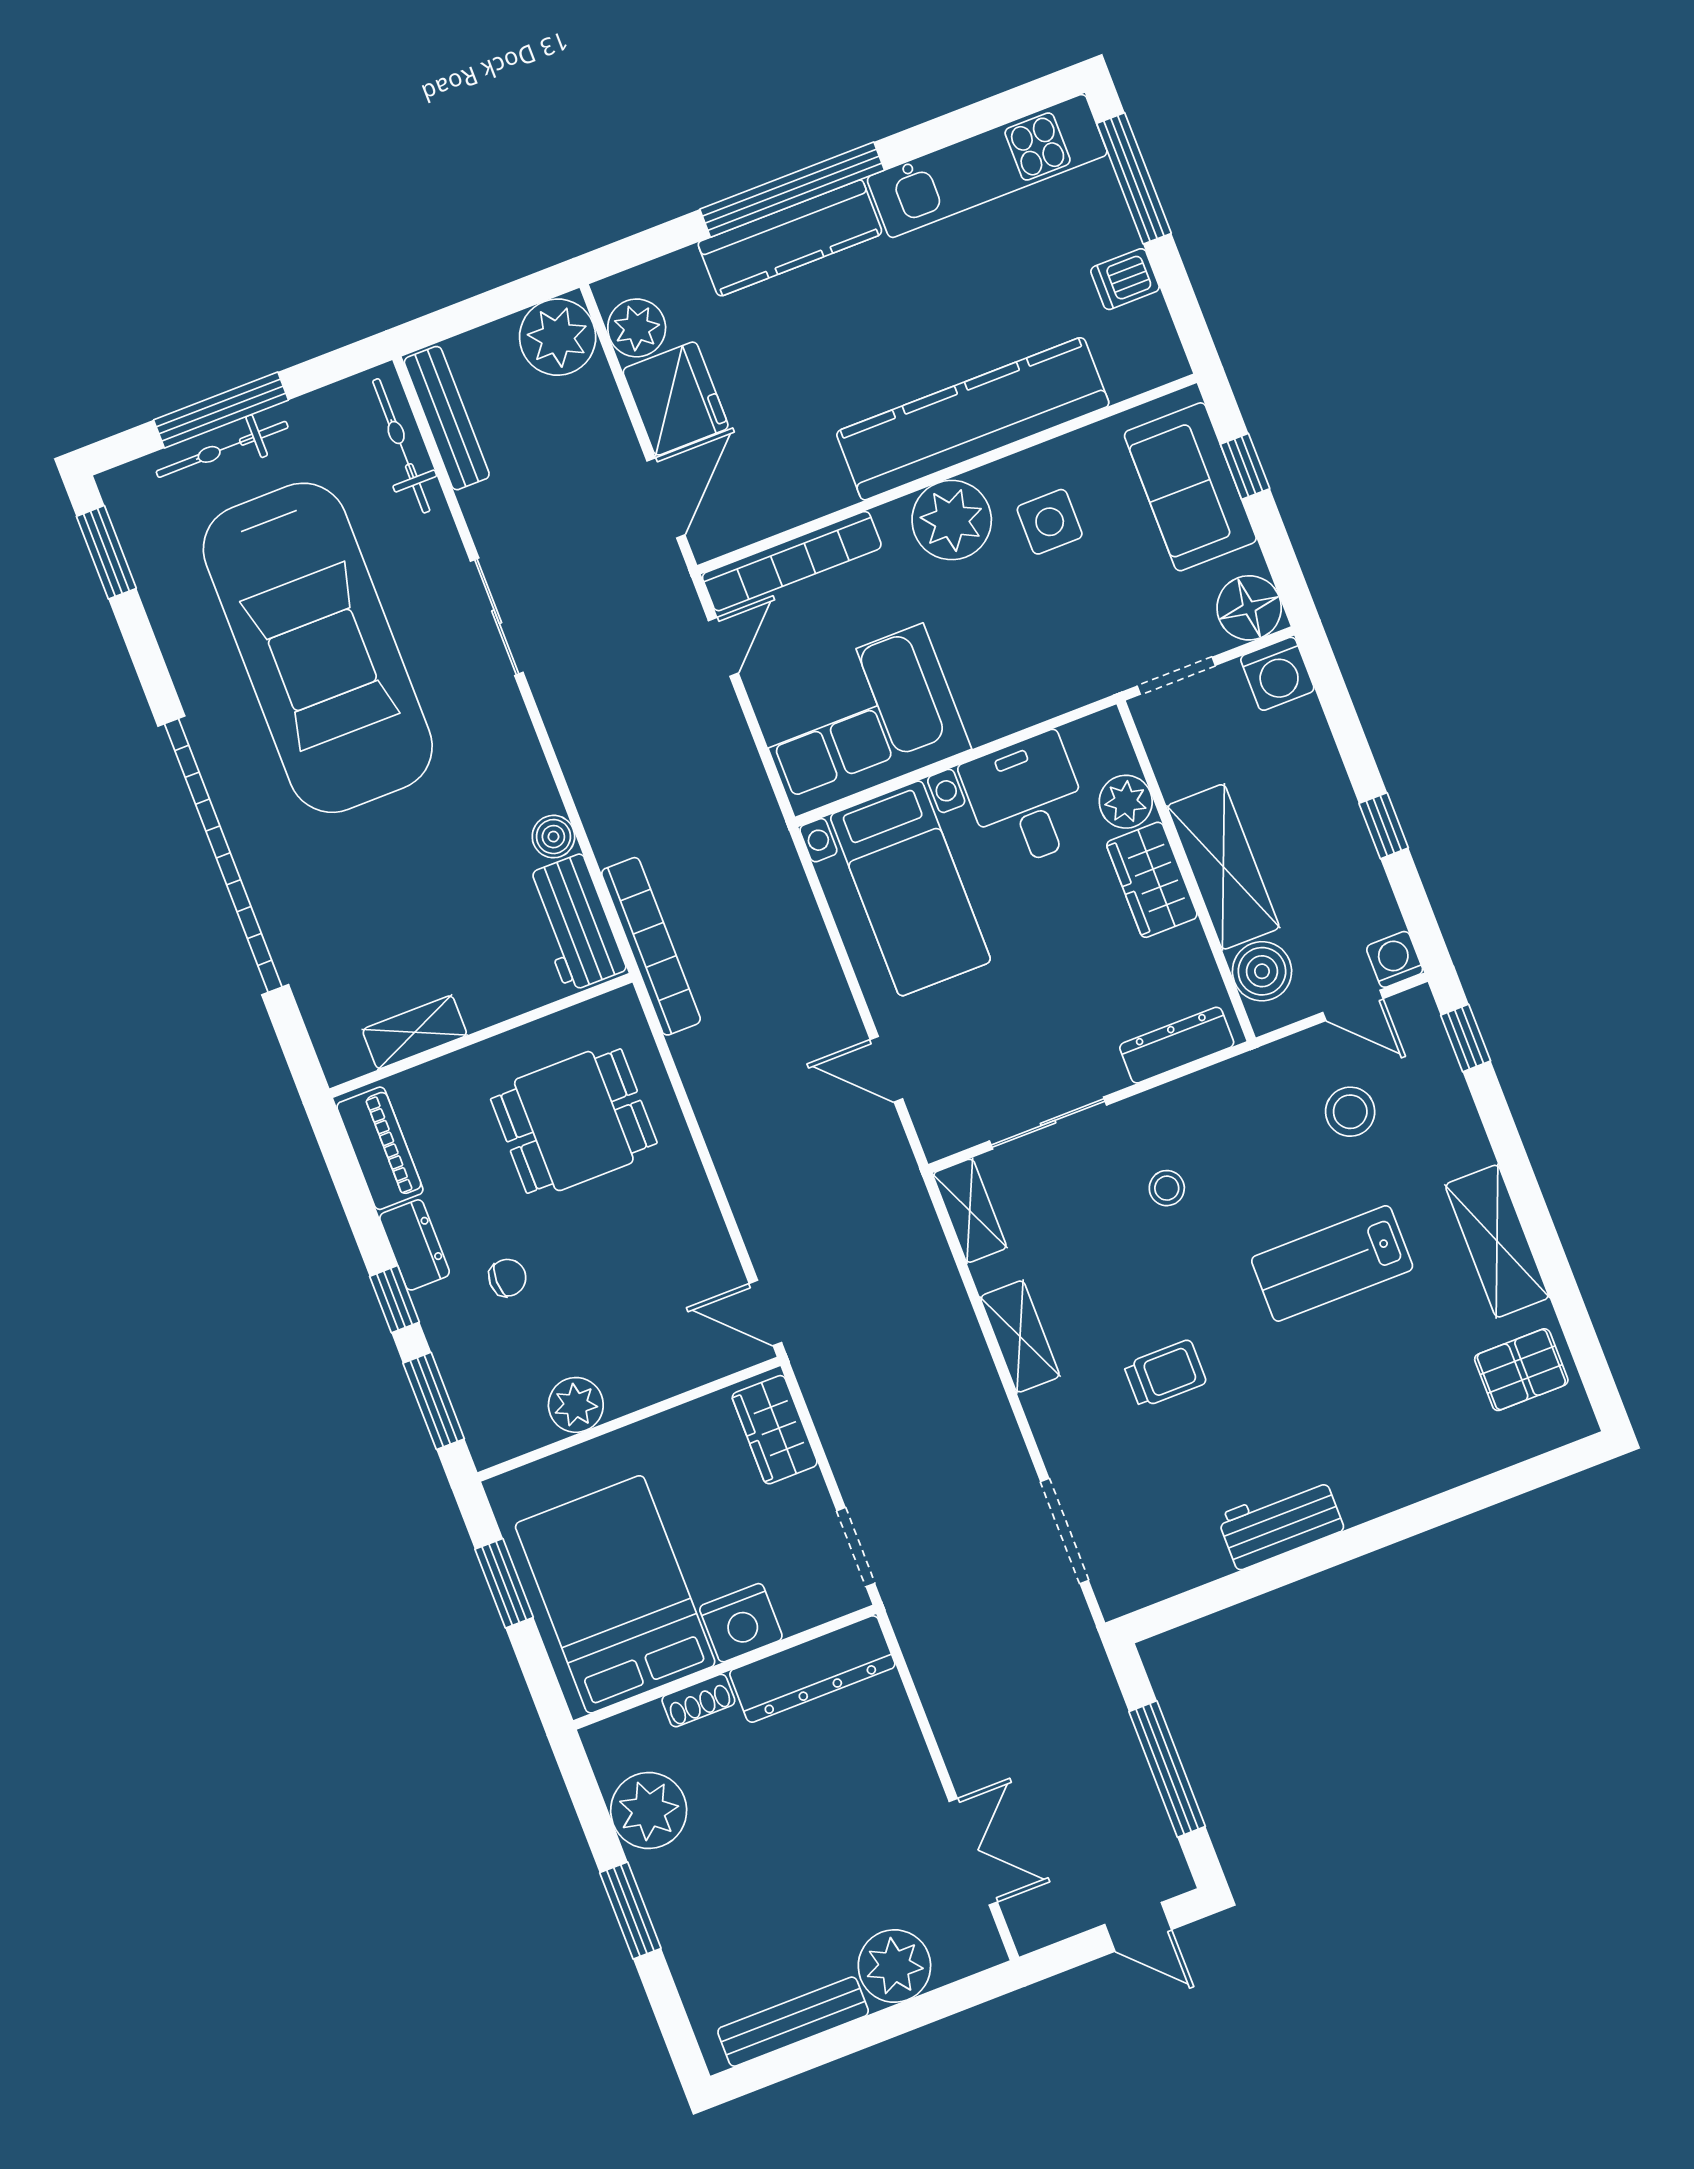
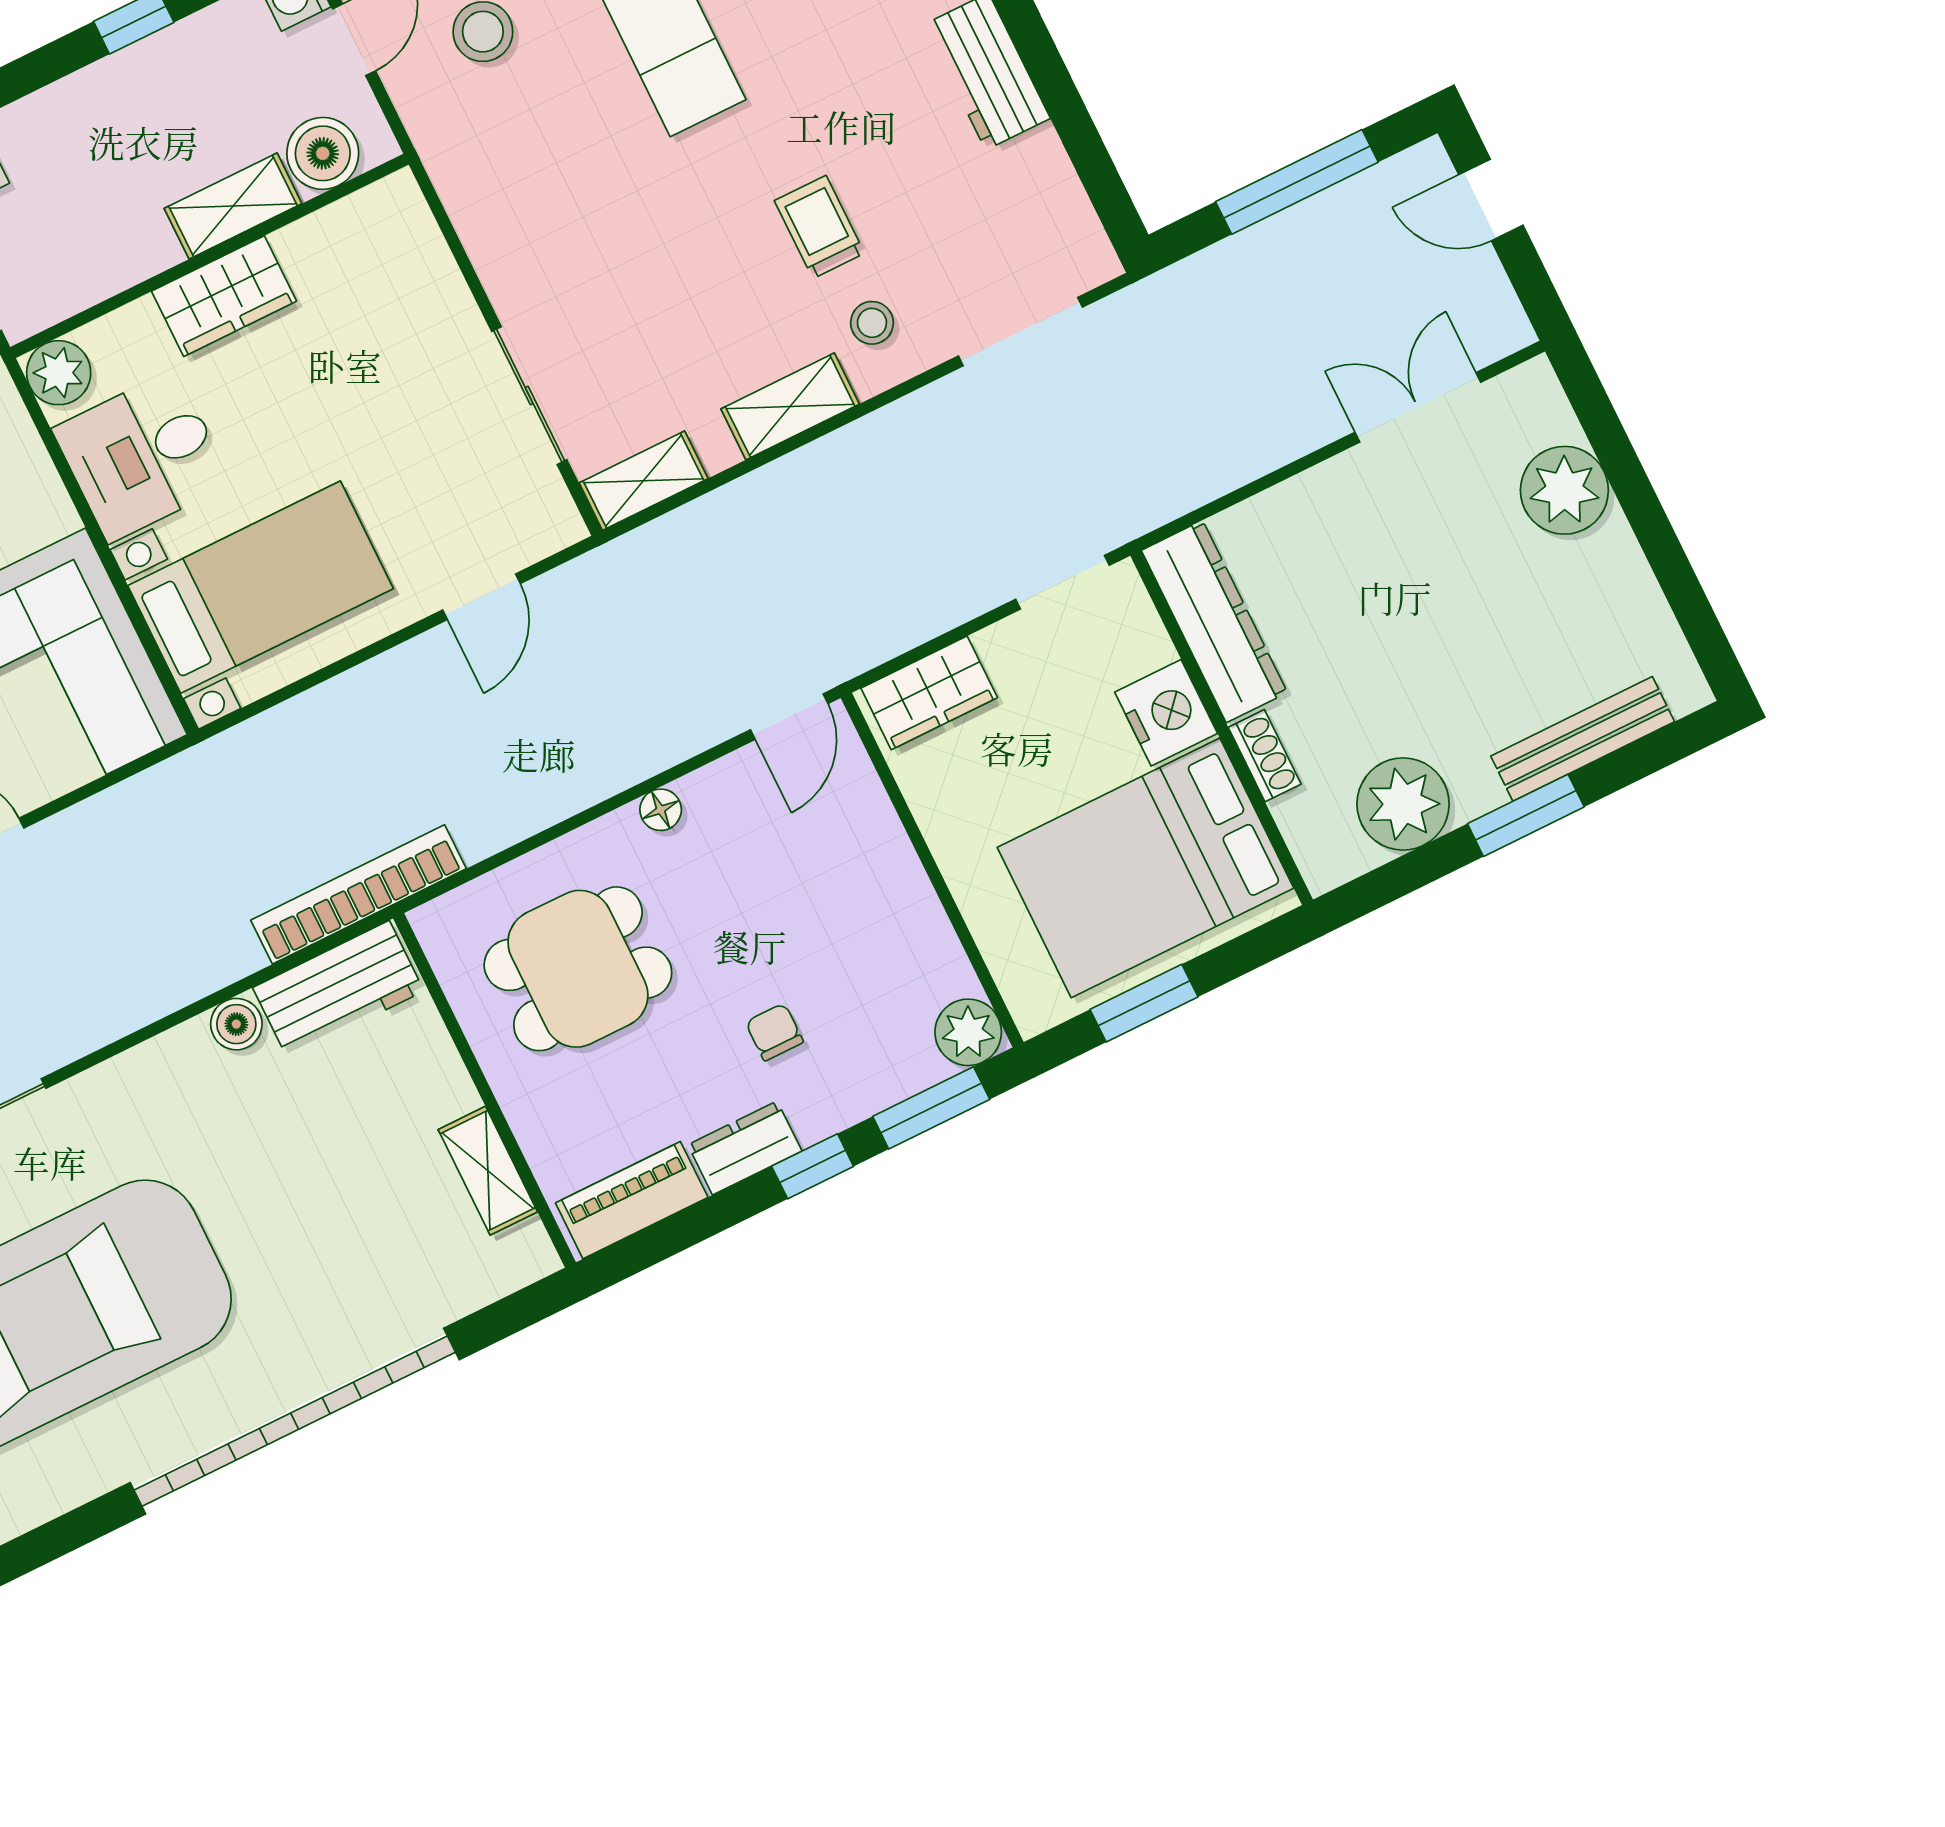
plant: (1126, 802) -> (59, 373), moved
shelving: (1223, 867) -> (233, 206), width x0.67, depth x0.75
dresser: (1177, 1045) -> (421, 248), removed
dining table: (574, 1121) -> (578, 969), turned 90
stool: (1167, 1188) -> (872, 323), moved
floor lamp: (698, 1201) -> (661, 810), added
plant: (576, 1405) -> (968, 1032), moved
door: (1138, 1927) -> (1491, 200), swing flipped
bench: (793, 2022) -> (1583, 739), moved, turned 90

